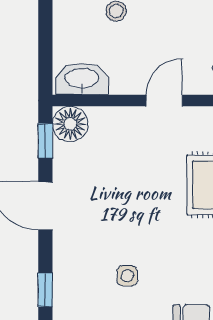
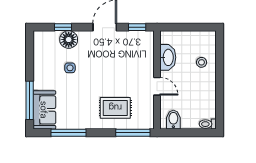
washbasin: (82, 79) -> (168, 57), moved
floor lamp: (70, 124) -> (69, 40), moved

